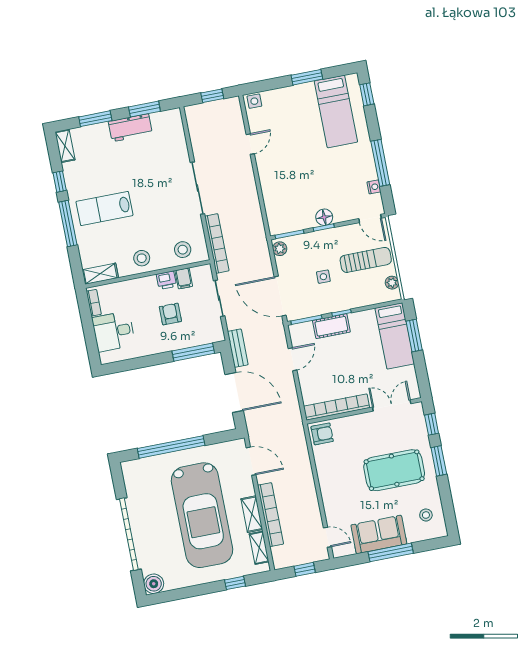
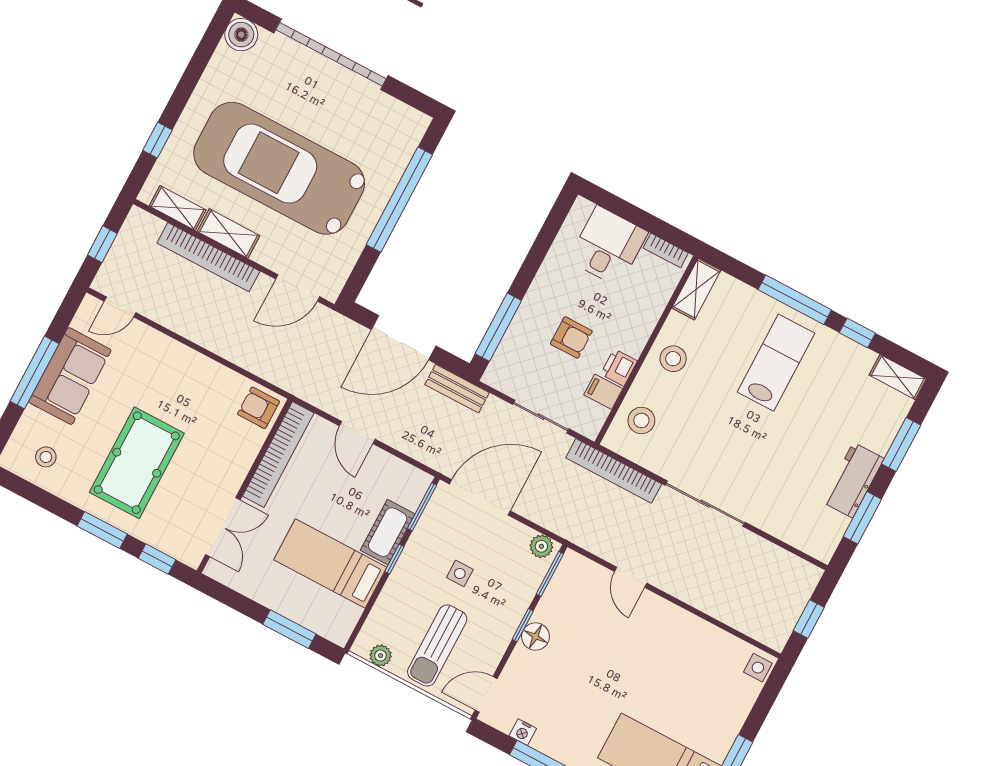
door: (250, 144) -> (631, 577), moved
bed: (395, 336) -> (330, 563), moved
door: (293, 359) -> (357, 433), moved
armchair: (322, 434) -> (258, 408), turned 90

